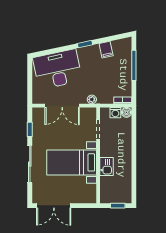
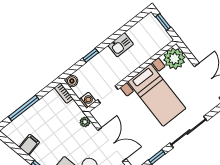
washing machine: (115, 113) -> (87, 100), moved
window: (134, 139) -> (91, 55), added
kitchen sink: (107, 166) -> (121, 45), moved, turned 180
plant: (87, 194) -> (174, 59), added

